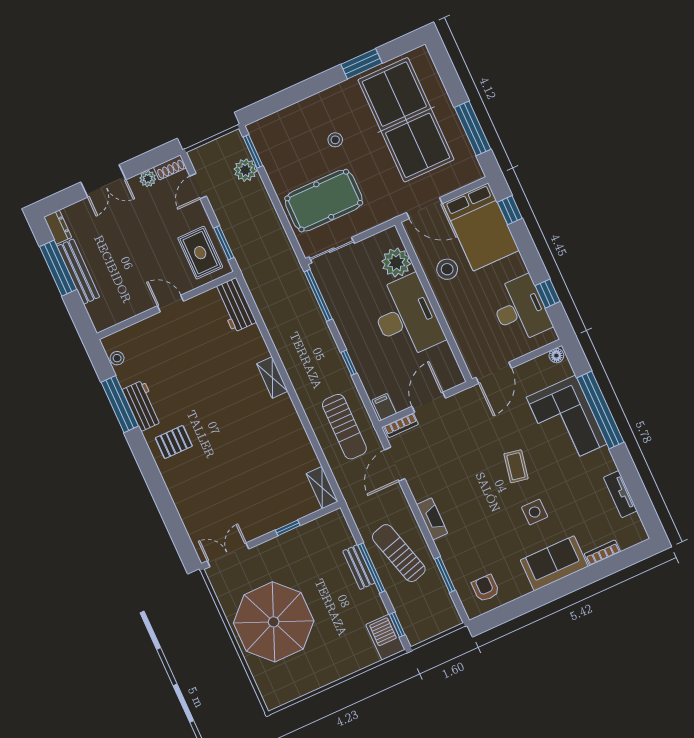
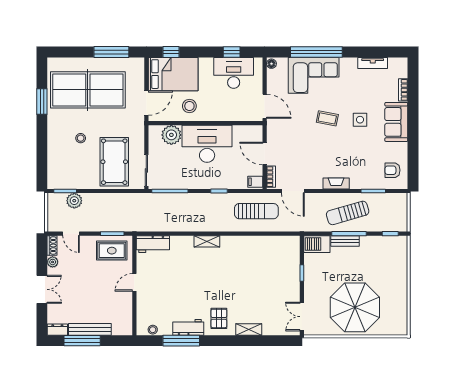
shelving: (322, 488) -> (249, 329), moved
barbecue: (385, 637) -> (317, 244), moved

